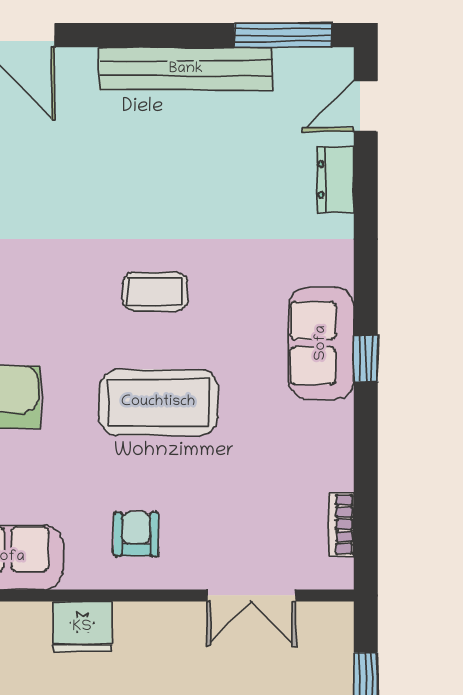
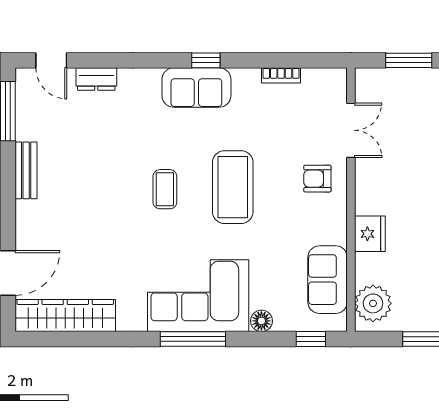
bench: (186, 69) -> (26, 170), width x0.54, depth x0.82
bookcase: (341, 524) -> (281, 75), moved
armchair: (136, 534) -> (317, 179), moved

